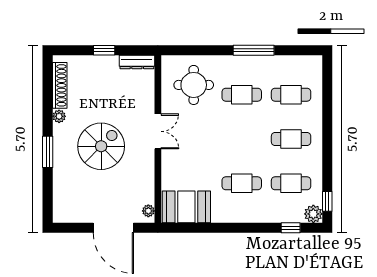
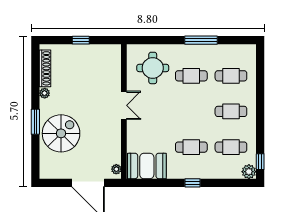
dresser: (137, 62) -> (107, 50), removed
spiral stairs: (101, 146) -> (61, 133), moved
window: (291, 228) -> (193, 183), moved

